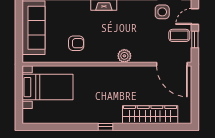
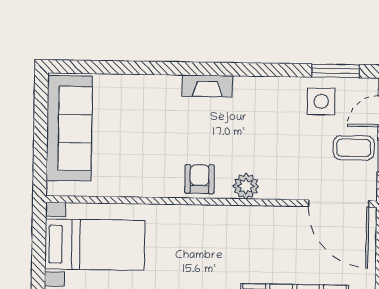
armchair: (76, 43) -> (200, 179), moved, turned -90

